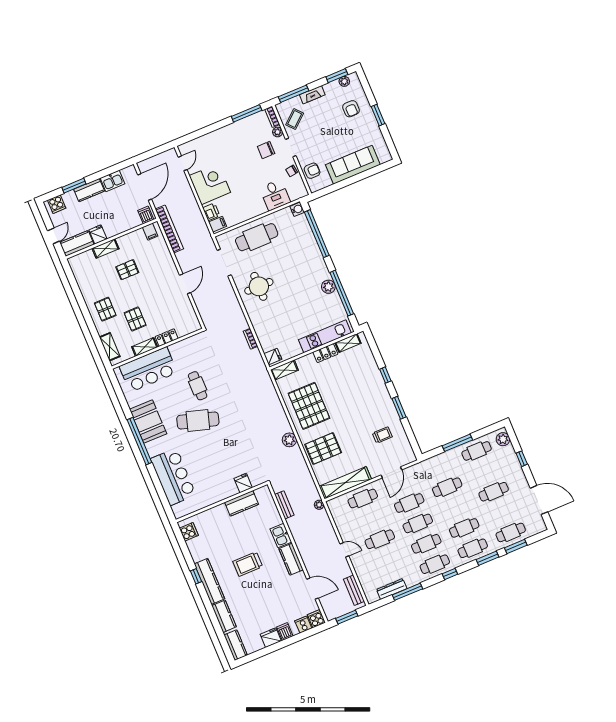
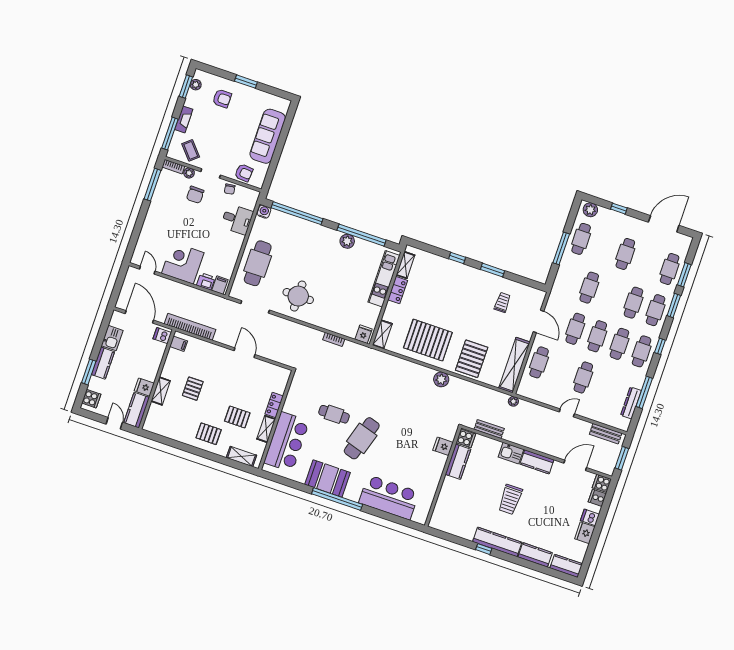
armchair: (312, 171) -> (244, 173), turned 95
cooker: (189, 532) -> (466, 438), moved, turned 90

